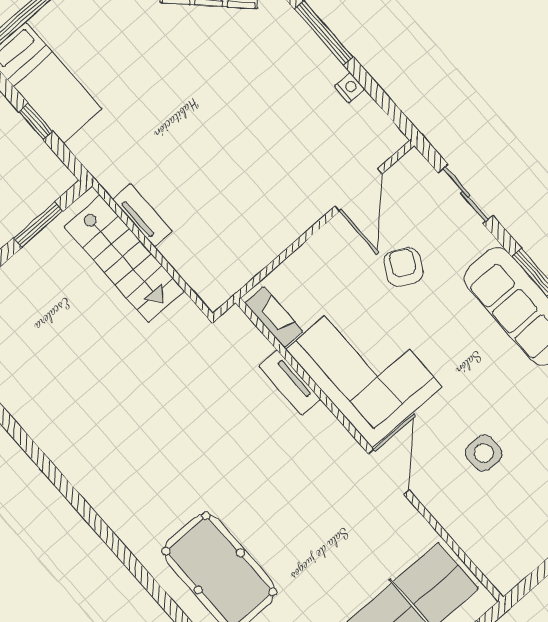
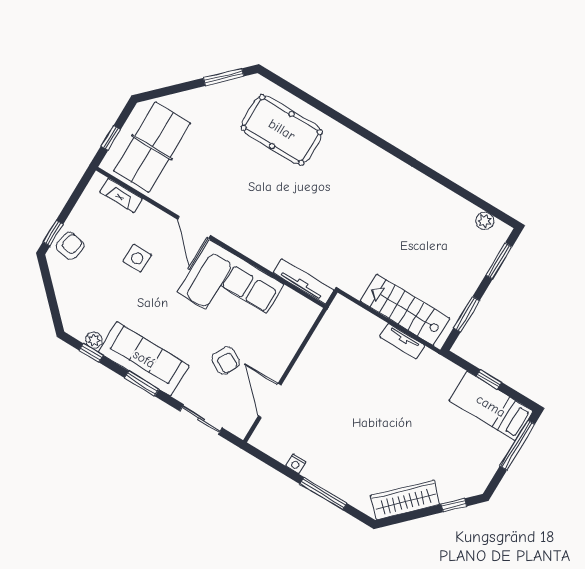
fireplace: (274, 317) -> (121, 195), moved
tv unit: (290, 383) -> (303, 281), moved, width x1.41

